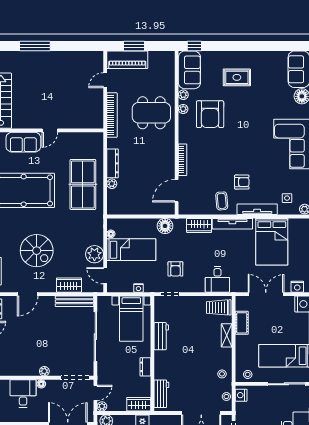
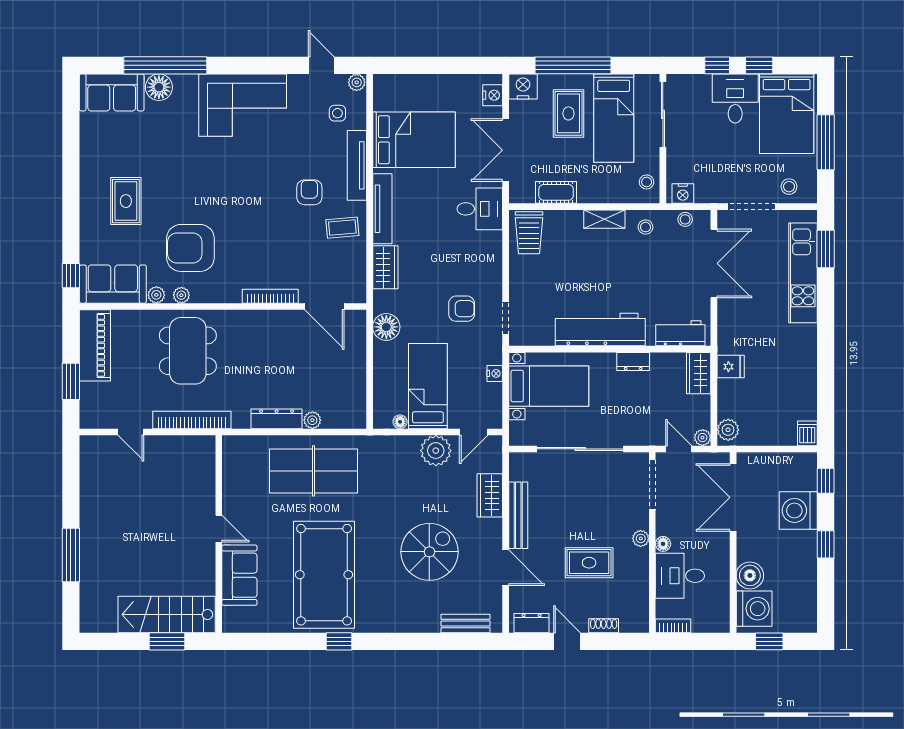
piano: (127, 60) -> (95, 345), moved
armchair: (210, 114) -> (190, 248), turned 180
desk: (217, 279) -> (480, 209), moved
bench: (74, 301) -> (518, 515), moved
rug: (287, 330) -> (568, 113), added
shelving: (227, 335) -> (604, 219), moved
workbench: (161, 336) -> (600, 330), width x1.88, depth x1.32
rug: (31, 342) -> (589, 563), added

